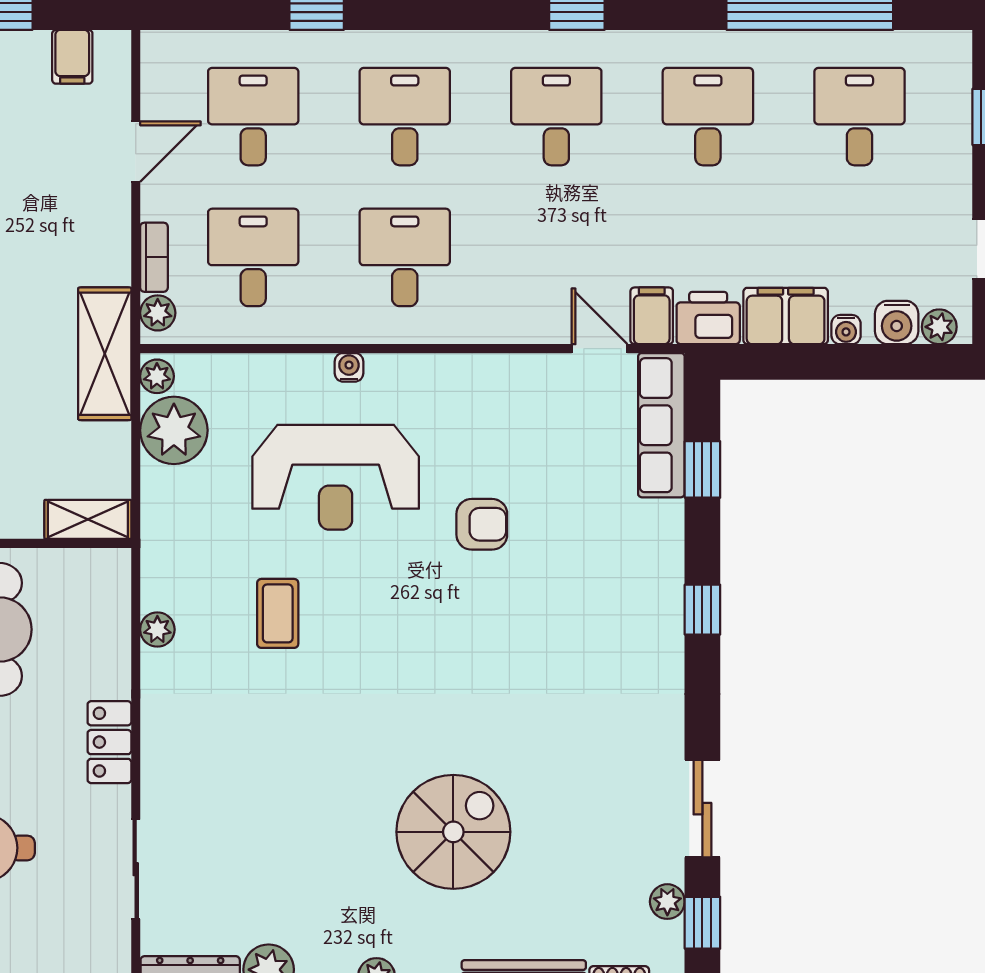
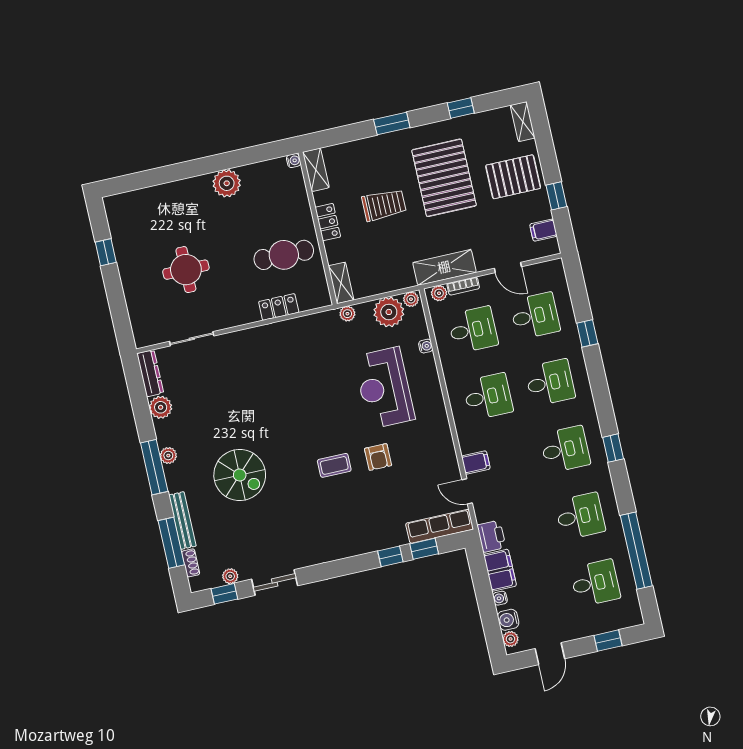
filing cabinet: (652, 316) -> (476, 462), moved
door: (599, 349) -> (467, 491), swing flipped
shelving: (105, 354) -> (444, 267), moved
water cooler: (349, 367) -> (426, 346), moved
window: (702, 610) -> (390, 556), moved
coffee table: (278, 613) -> (334, 465), moved
plant: (157, 630) -> (347, 314), moved
locker: (109, 742) -> (279, 307), moved

